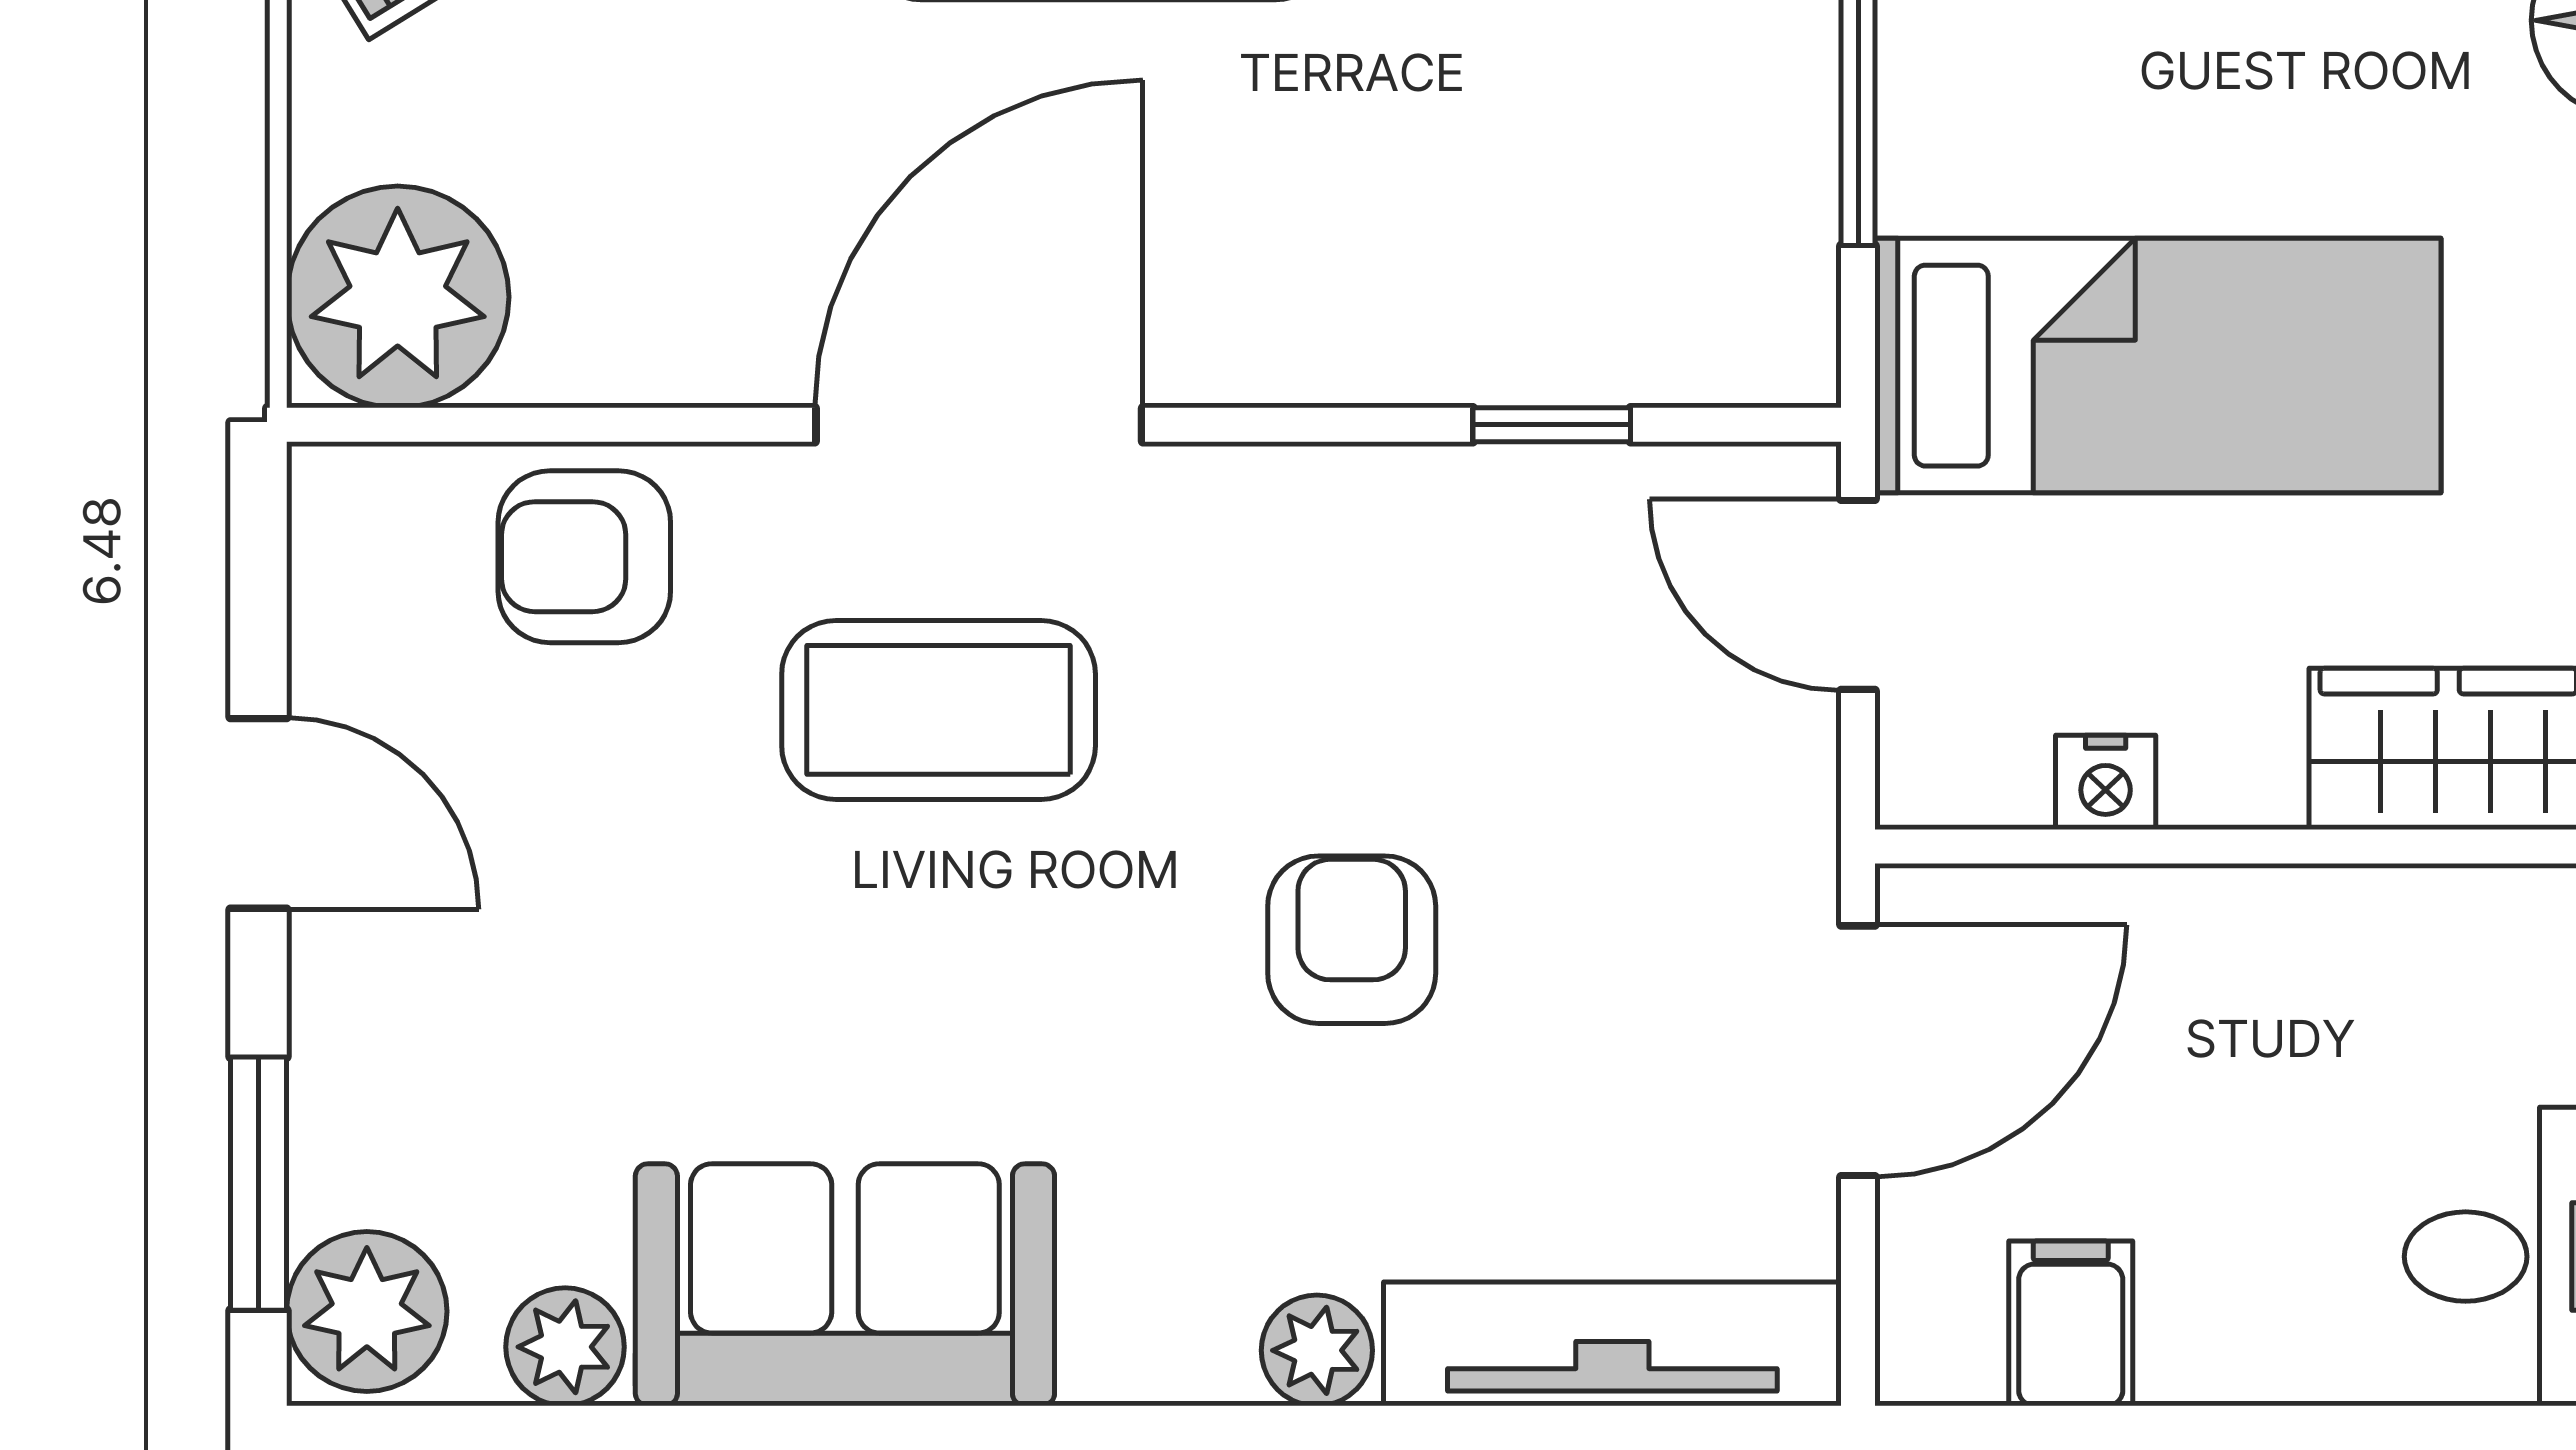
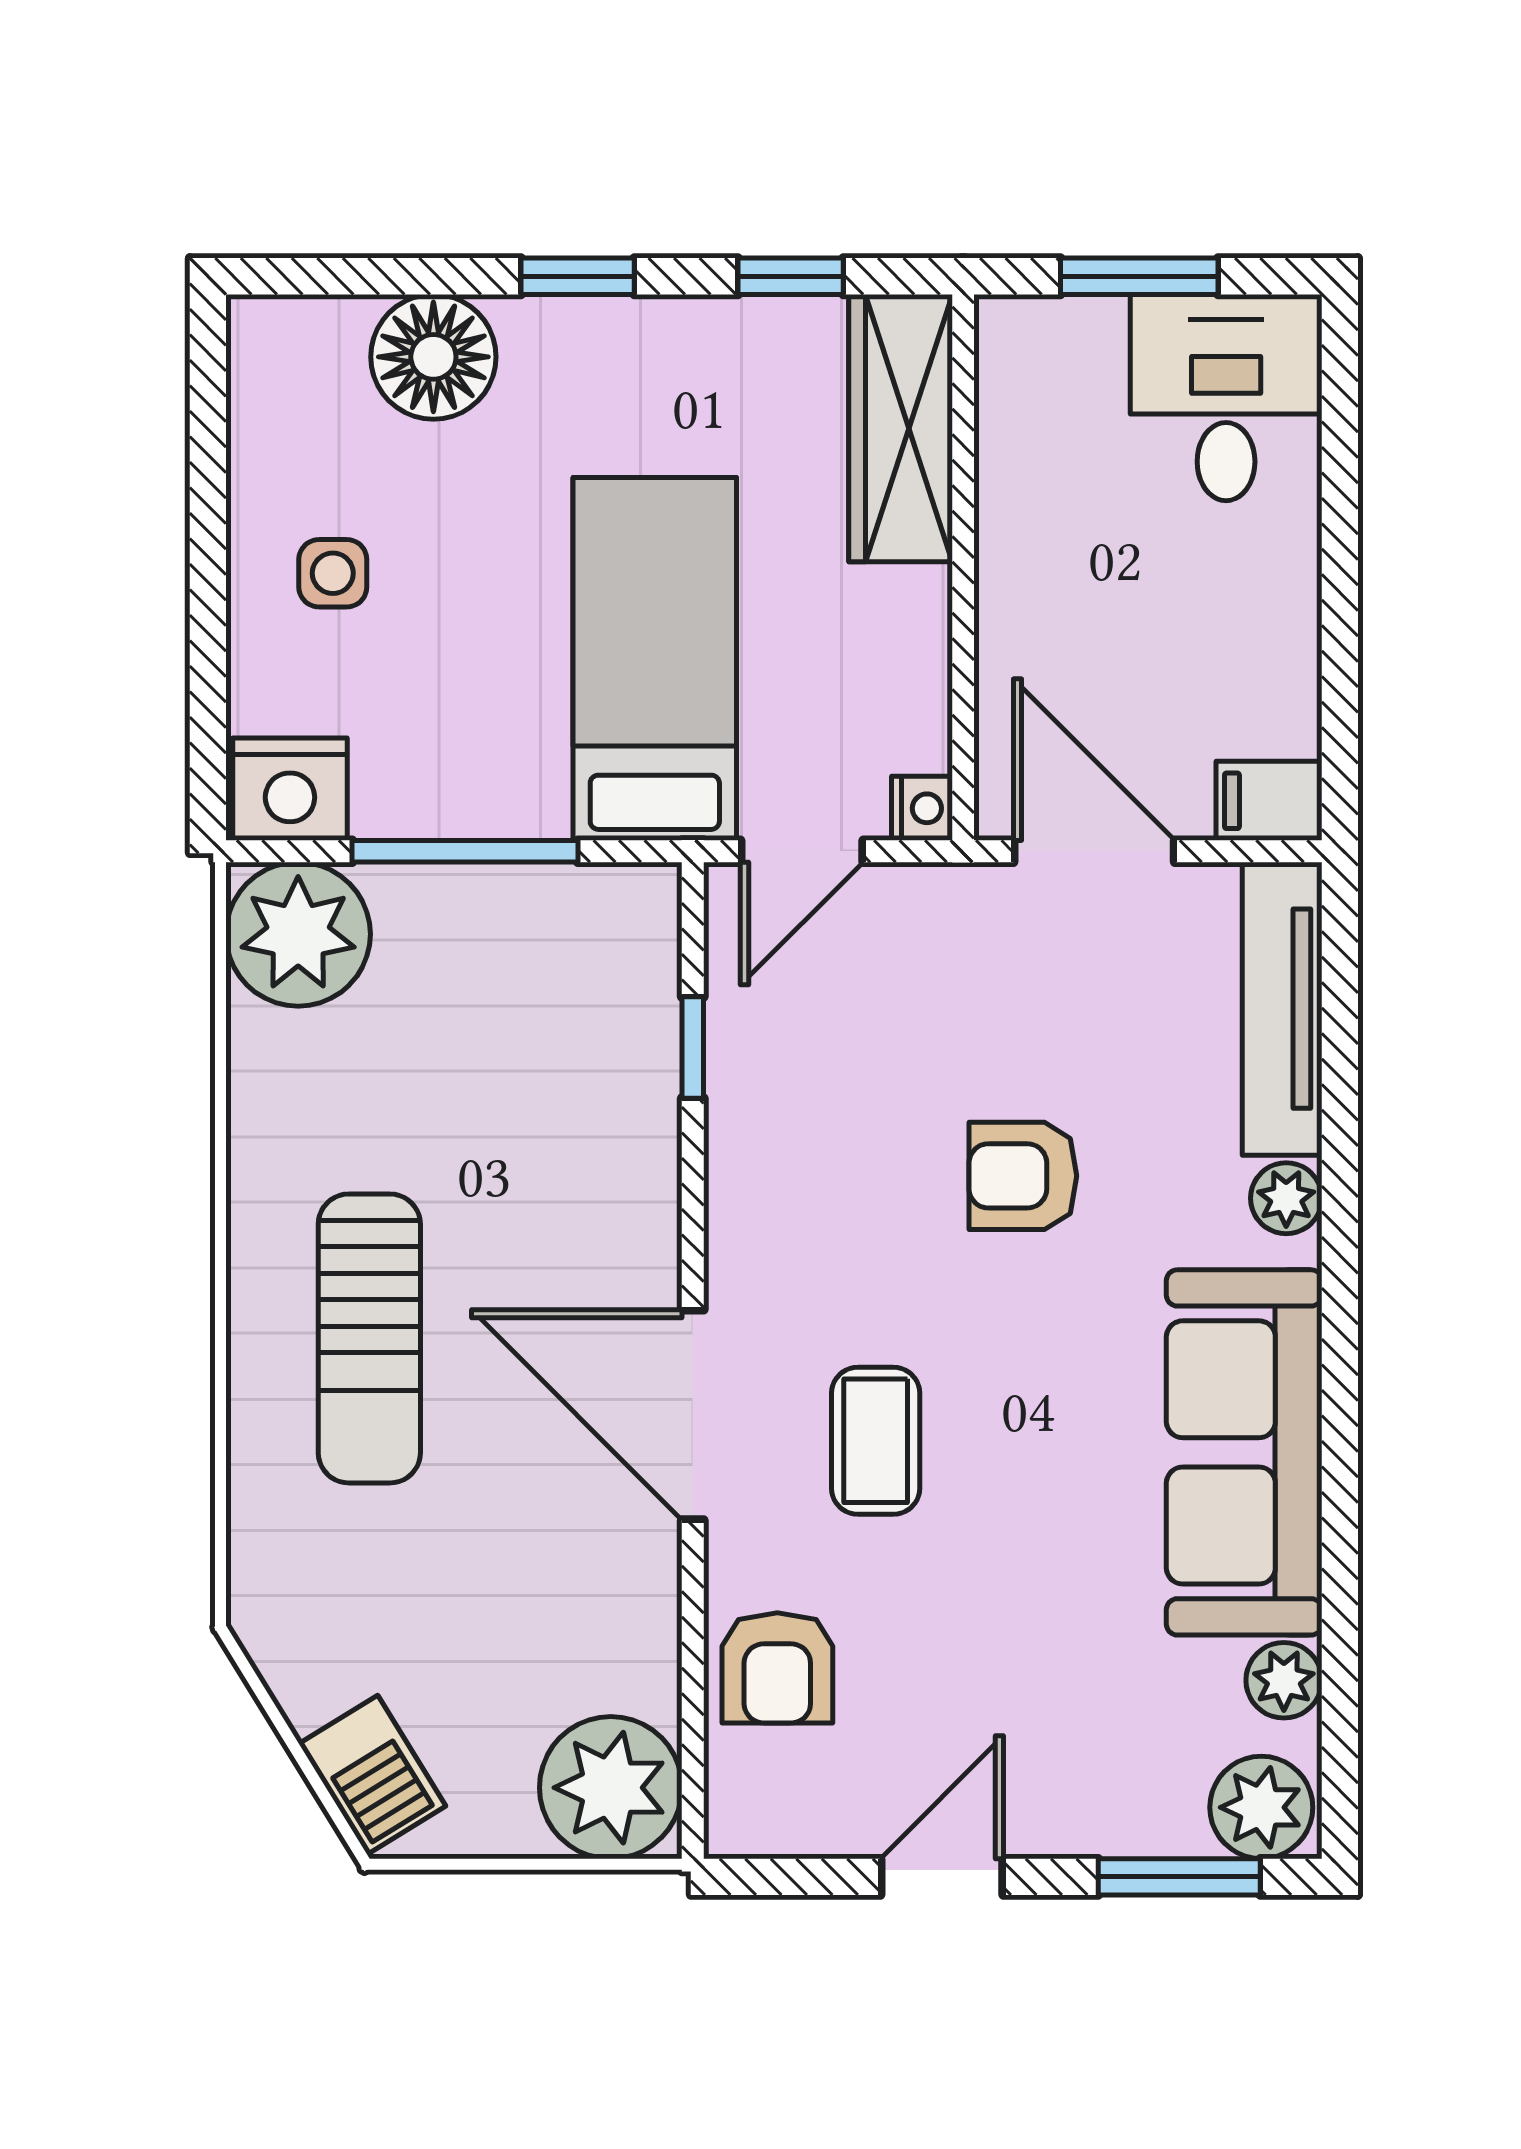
coffee table: (939, 710) -> (876, 1441), width x0.73, depth x0.77
nightstand: (2106, 782) -> (922, 808), moved
sofa: (845, 1285) -> (1244, 1452), width x1.36
filing cabinet: (2071, 1323) -> (1269, 801), moved

